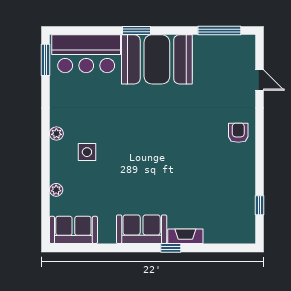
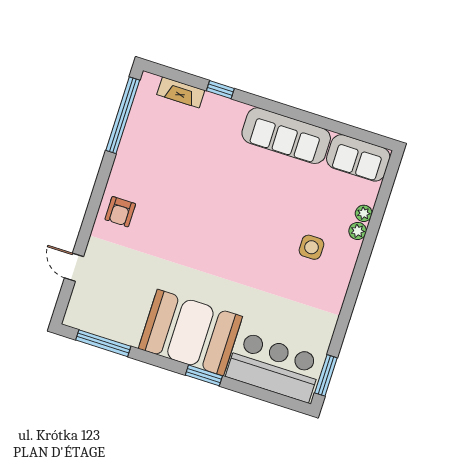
plant: (56, 134) -> (358, 231), moved
window: (259, 205) -> (123, 115), width x3.17
sofa: (142, 229) -> (286, 136), width x1.36
fireplace: (185, 236) -> (181, 92), moved
window: (171, 248) -> (220, 90), moved

